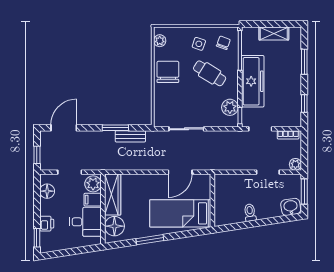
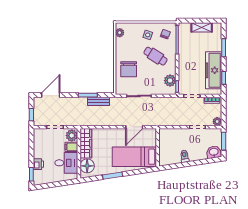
chair: (168, 72) -> (129, 69), moved, turned 180
freezer: (253, 81) -> (214, 70), moved, turned 180
floor lamp: (47, 191) -> (39, 141), removed

